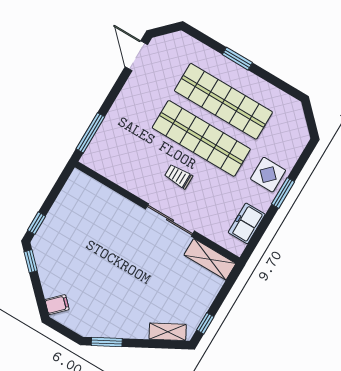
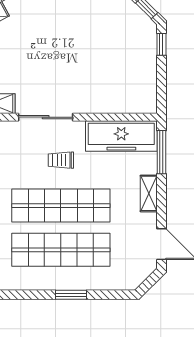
shelving: (122, 105) -> (149, 193), added
freezer: (116, 166) -> (121, 136), added
trolley: (178, 176) -> (61, 160), turned 180

